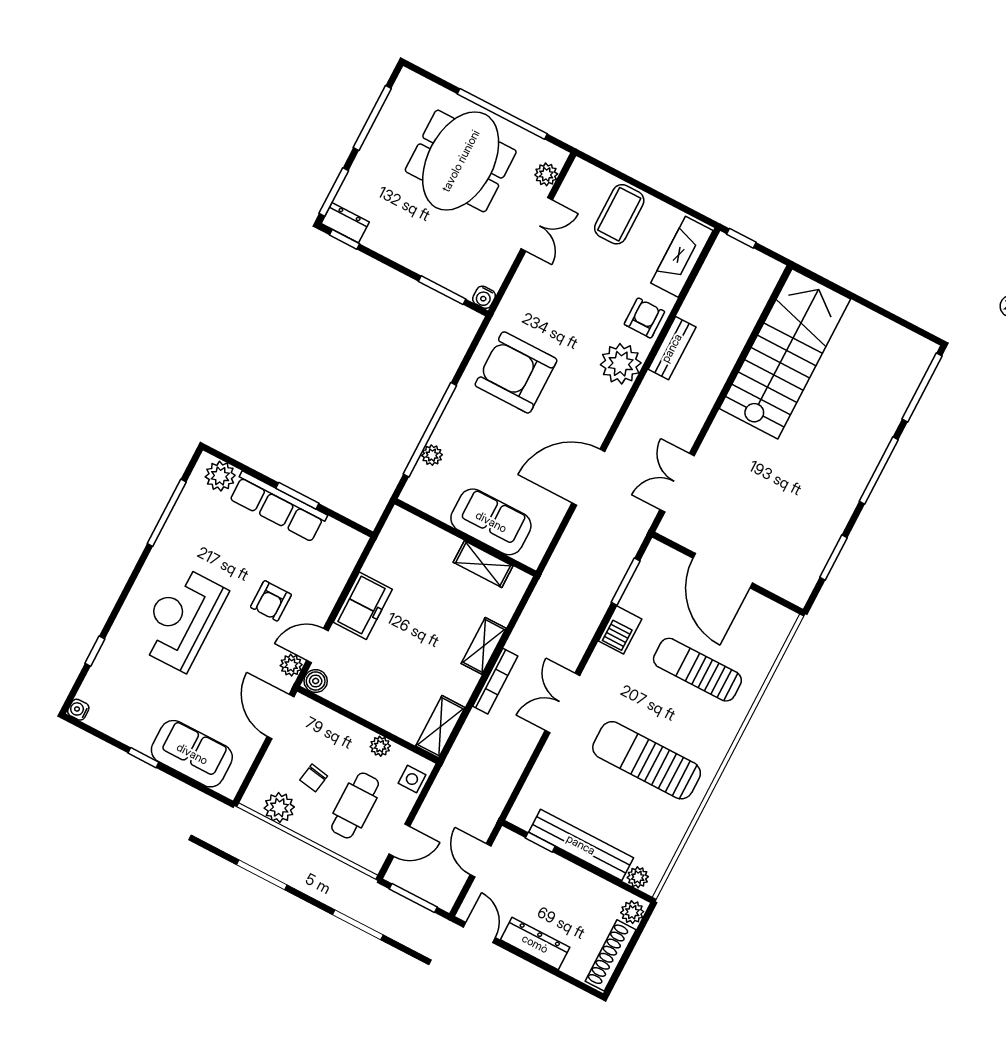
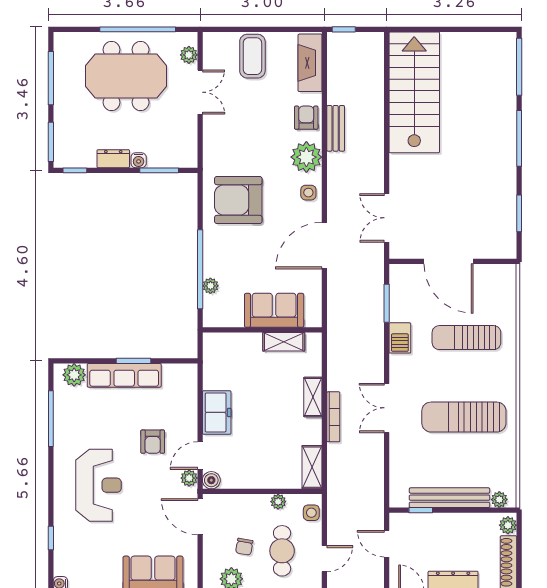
meeting table: (461, 161) -> (126, 76), turned 90
dresser: (345, 223) -> (113, 159), moved
water cooler: (484, 297) -> (139, 160), moved
side table: (602, 406) -> (308, 193), added
reception desk: (182, 619) -> (98, 485), turned 180

